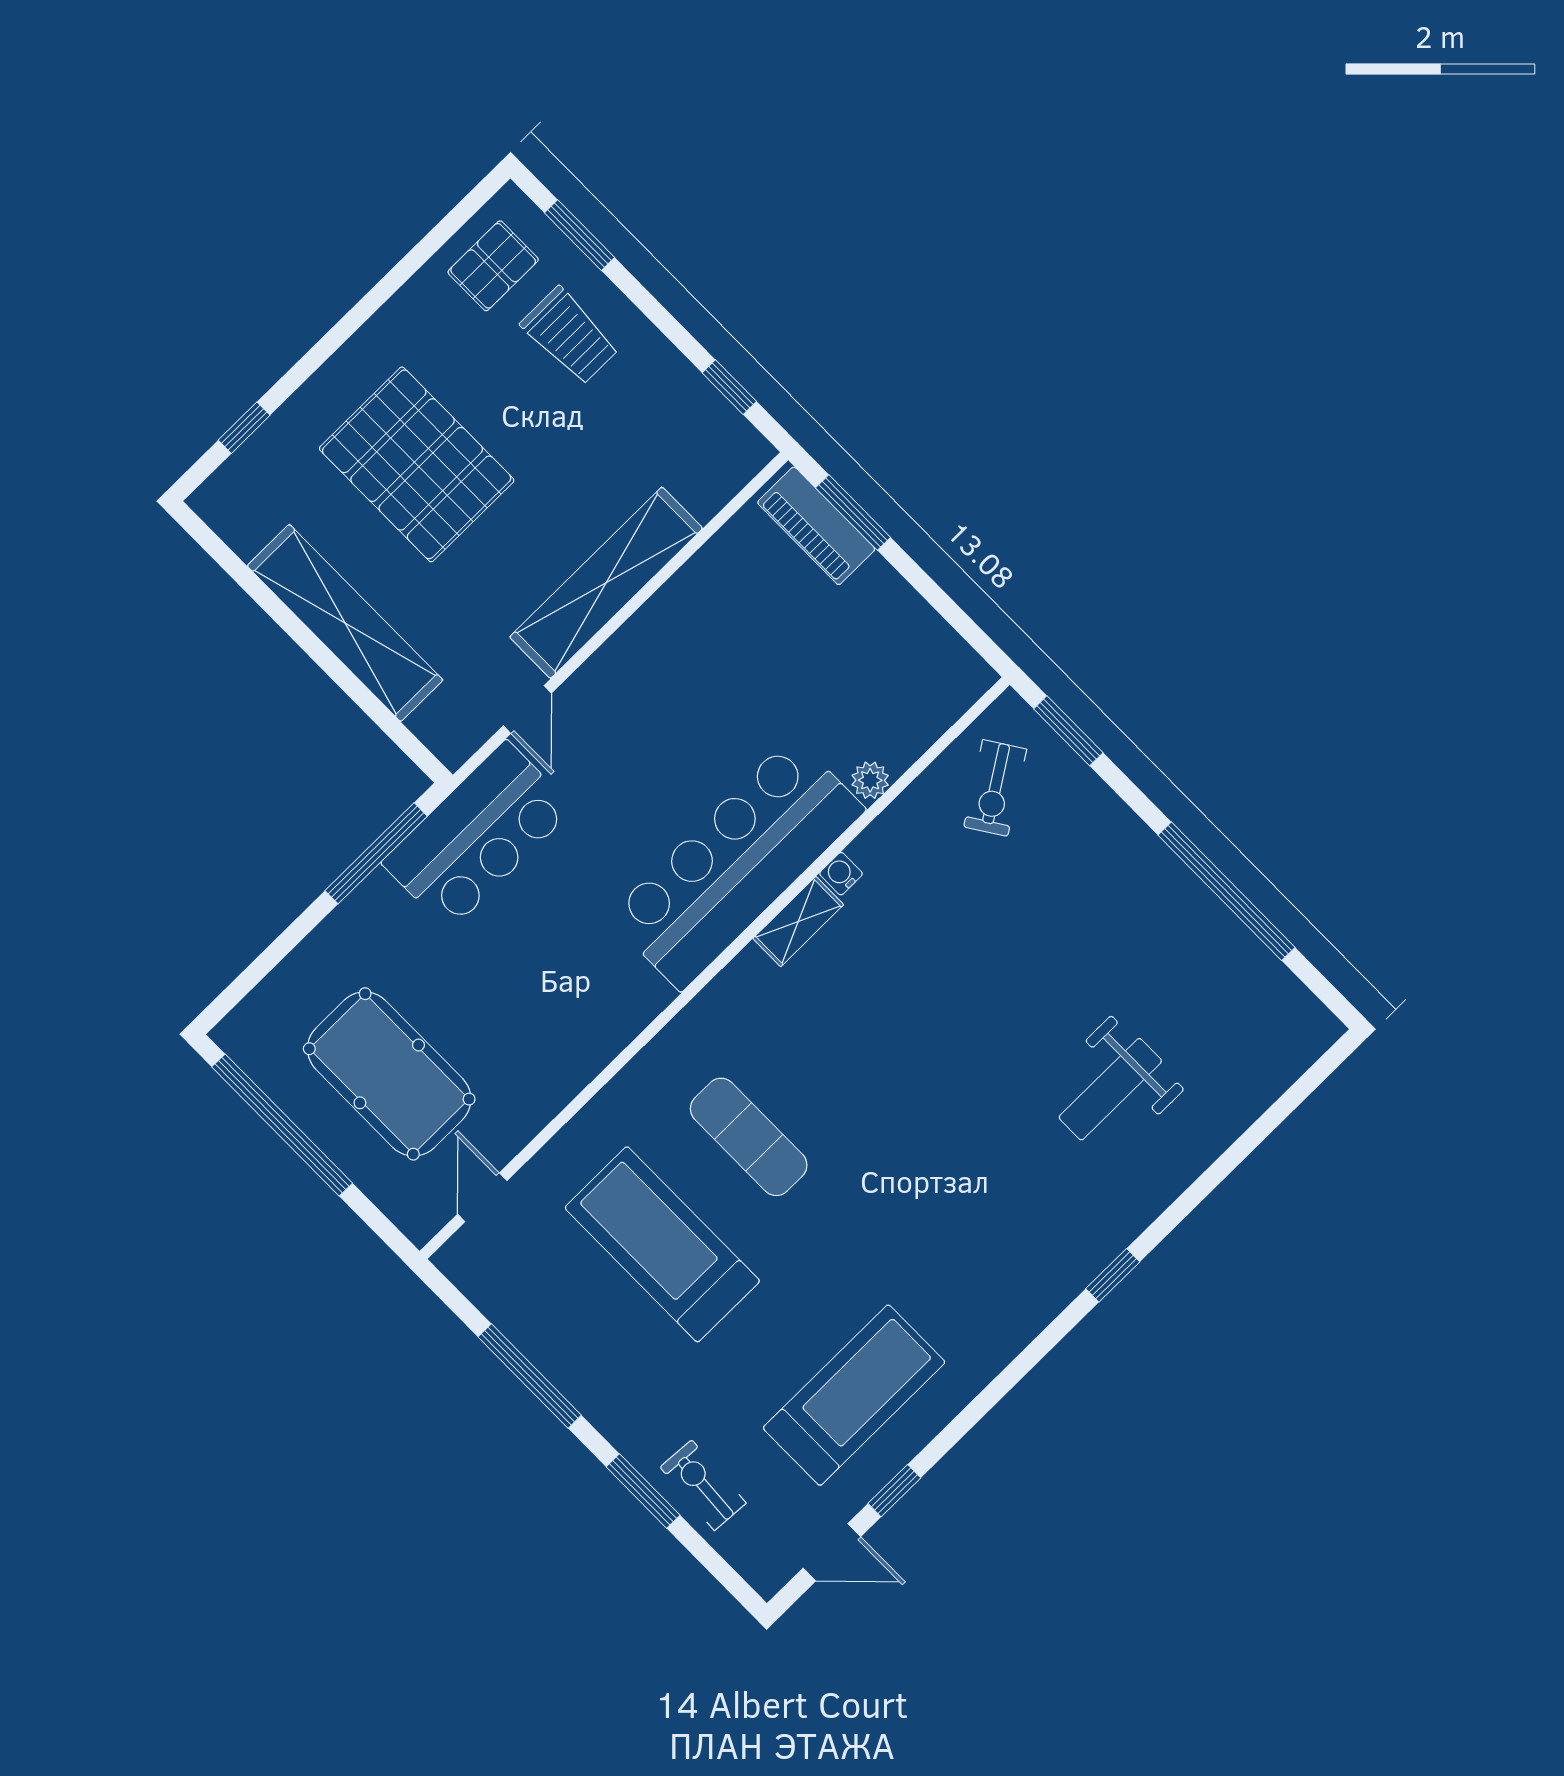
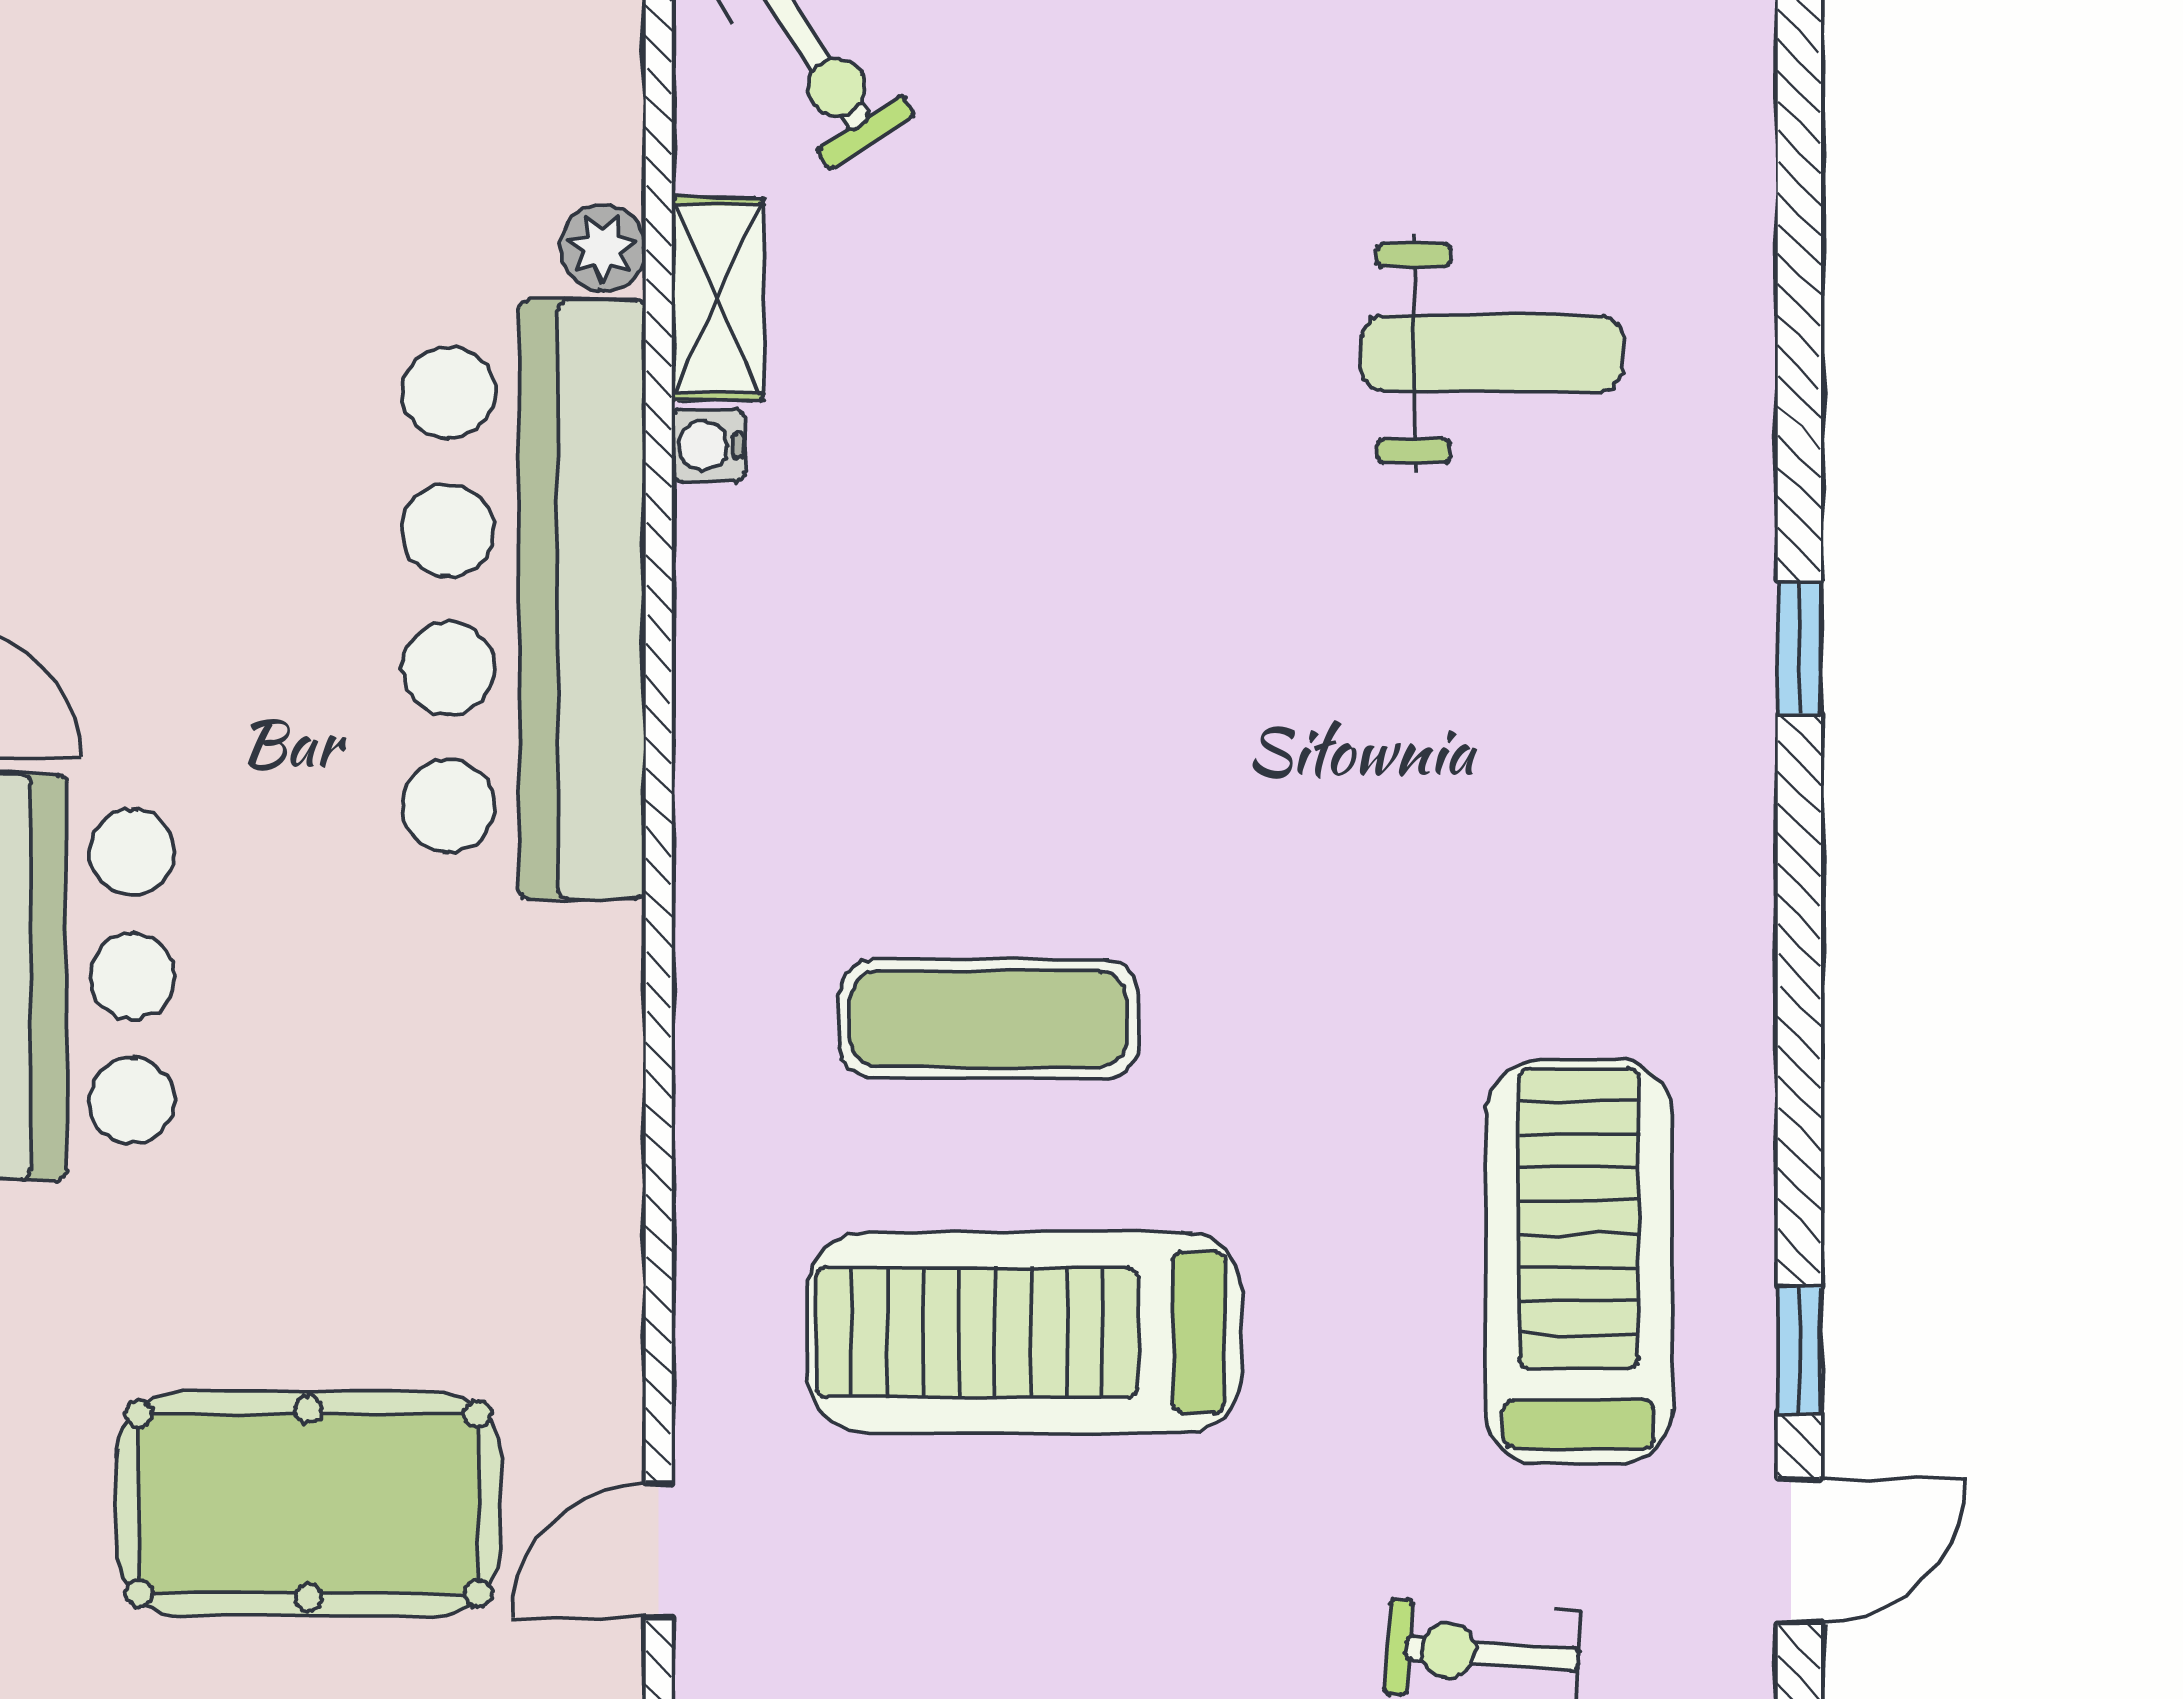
shelving: (798, 922) -> (717, 299), moved
weight bench: (1110, 1089) -> (1492, 353), turned -90
door: (482, 1197) -> (659, 1550), hinge flipped

